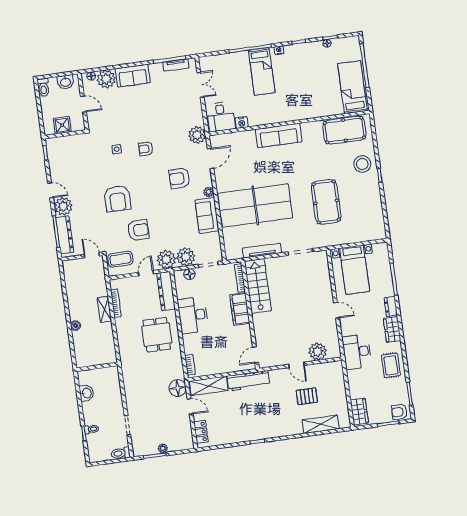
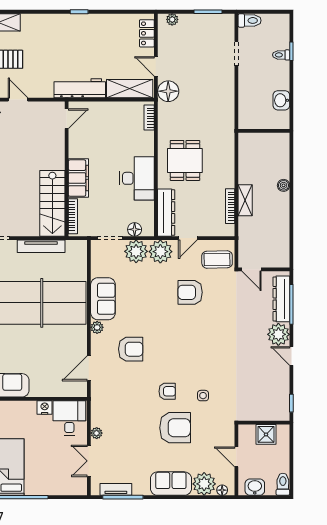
plant: (197, 135) -> (97, 433), moved, width x0.53, depth x0.53
armchair: (117, 199) -> (175, 428), moved, turned 90
plant: (163, 448) -> (172, 19), moved

